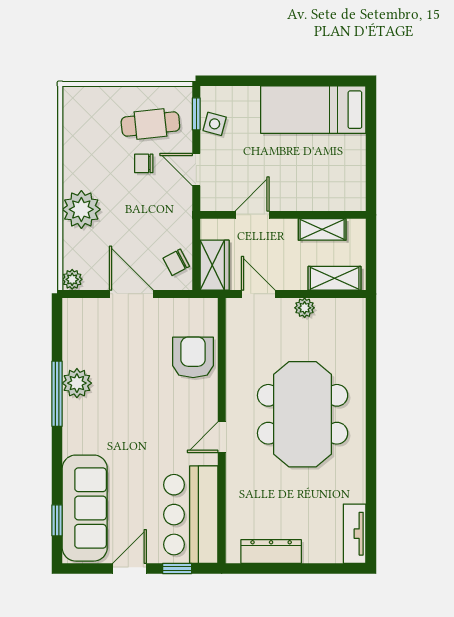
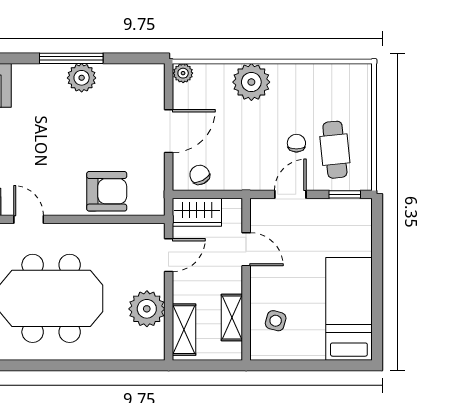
side table: (215, 124) -> (276, 321), moved
plant: (305, 308) -> (147, 309), width x1.88, depth x1.88

